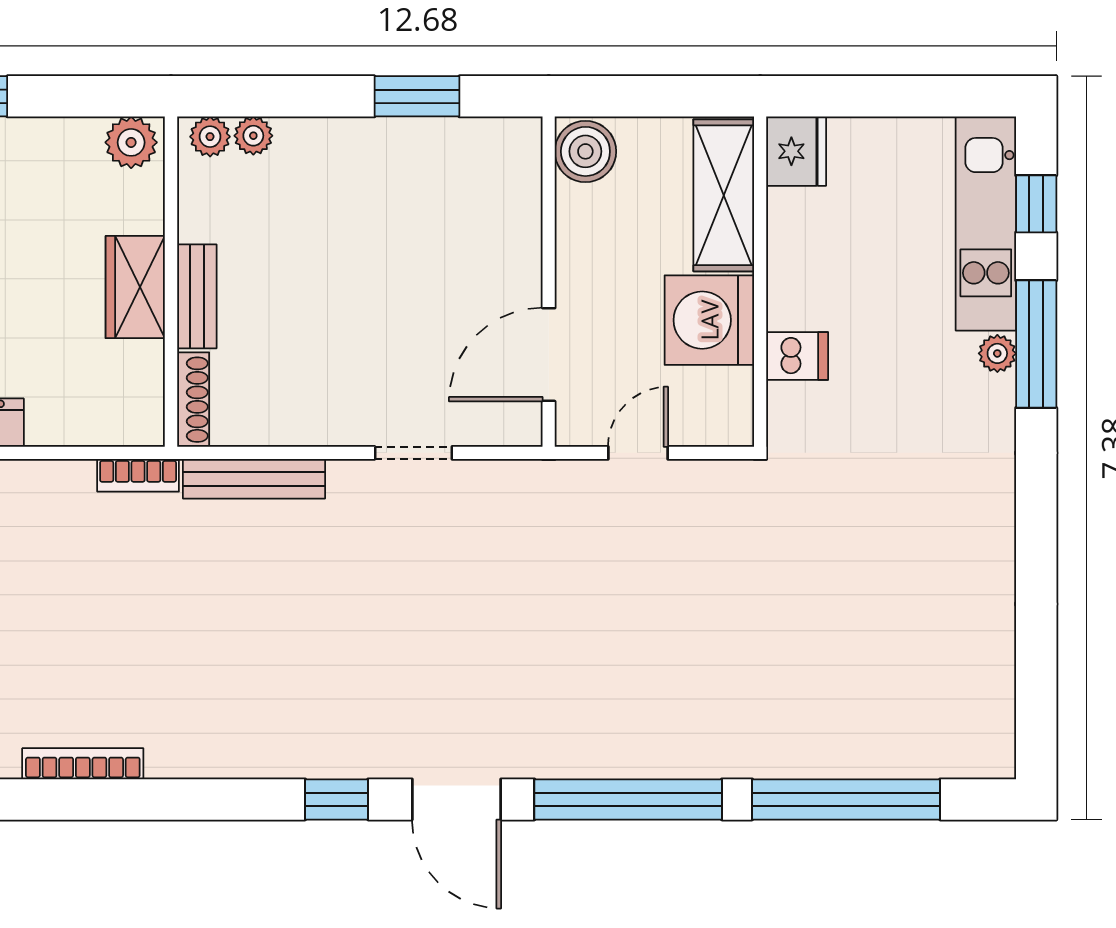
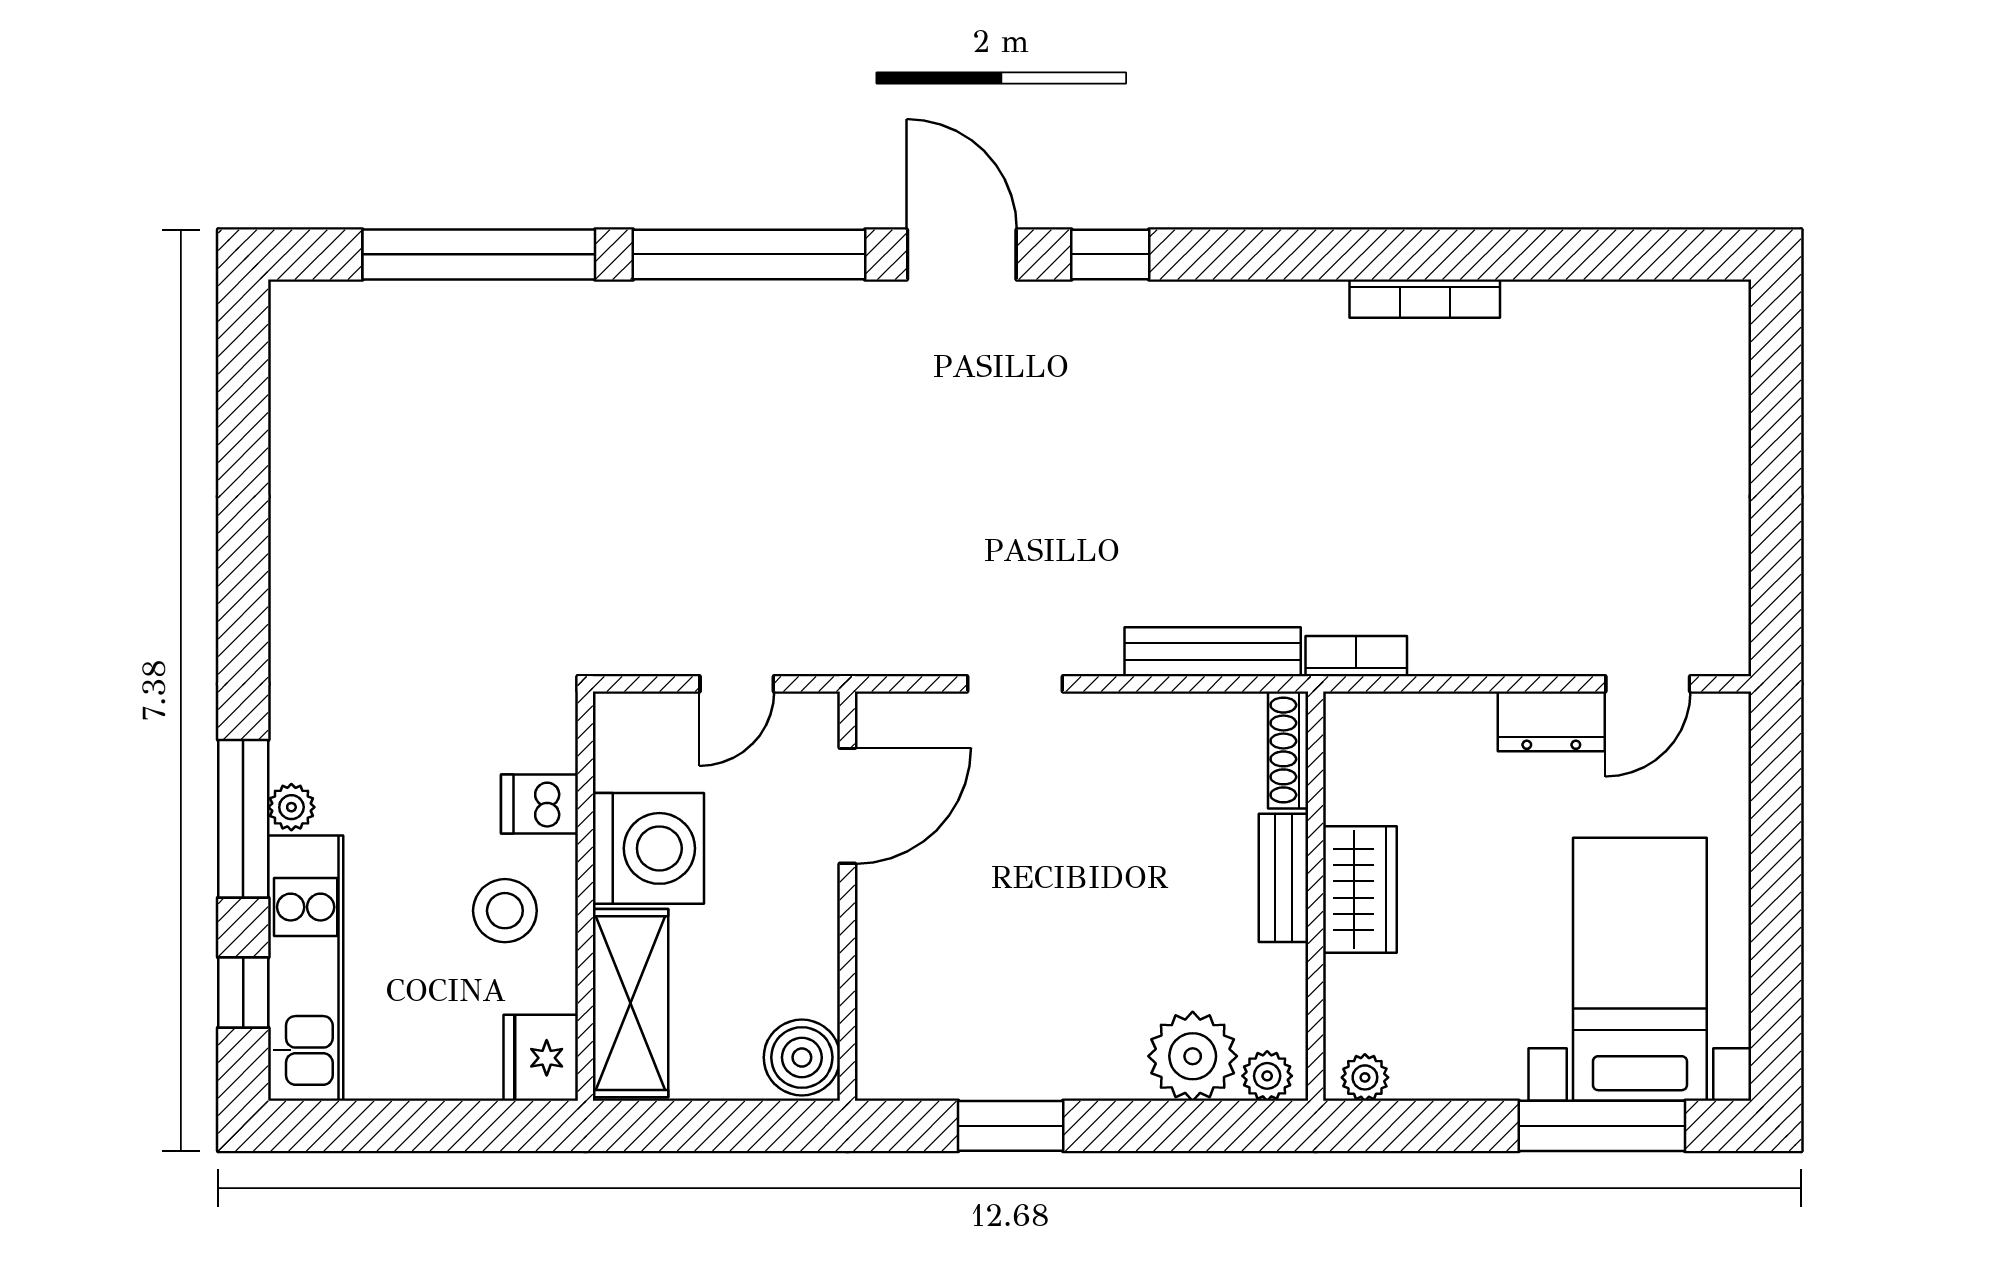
plant: (253, 136) -> (1193, 1056), width x1.88, depth x1.88
plant: (131, 142) -> (1365, 1077), width x0.73, depth x0.73
stool: (825, 270) -> (505, 911), added

